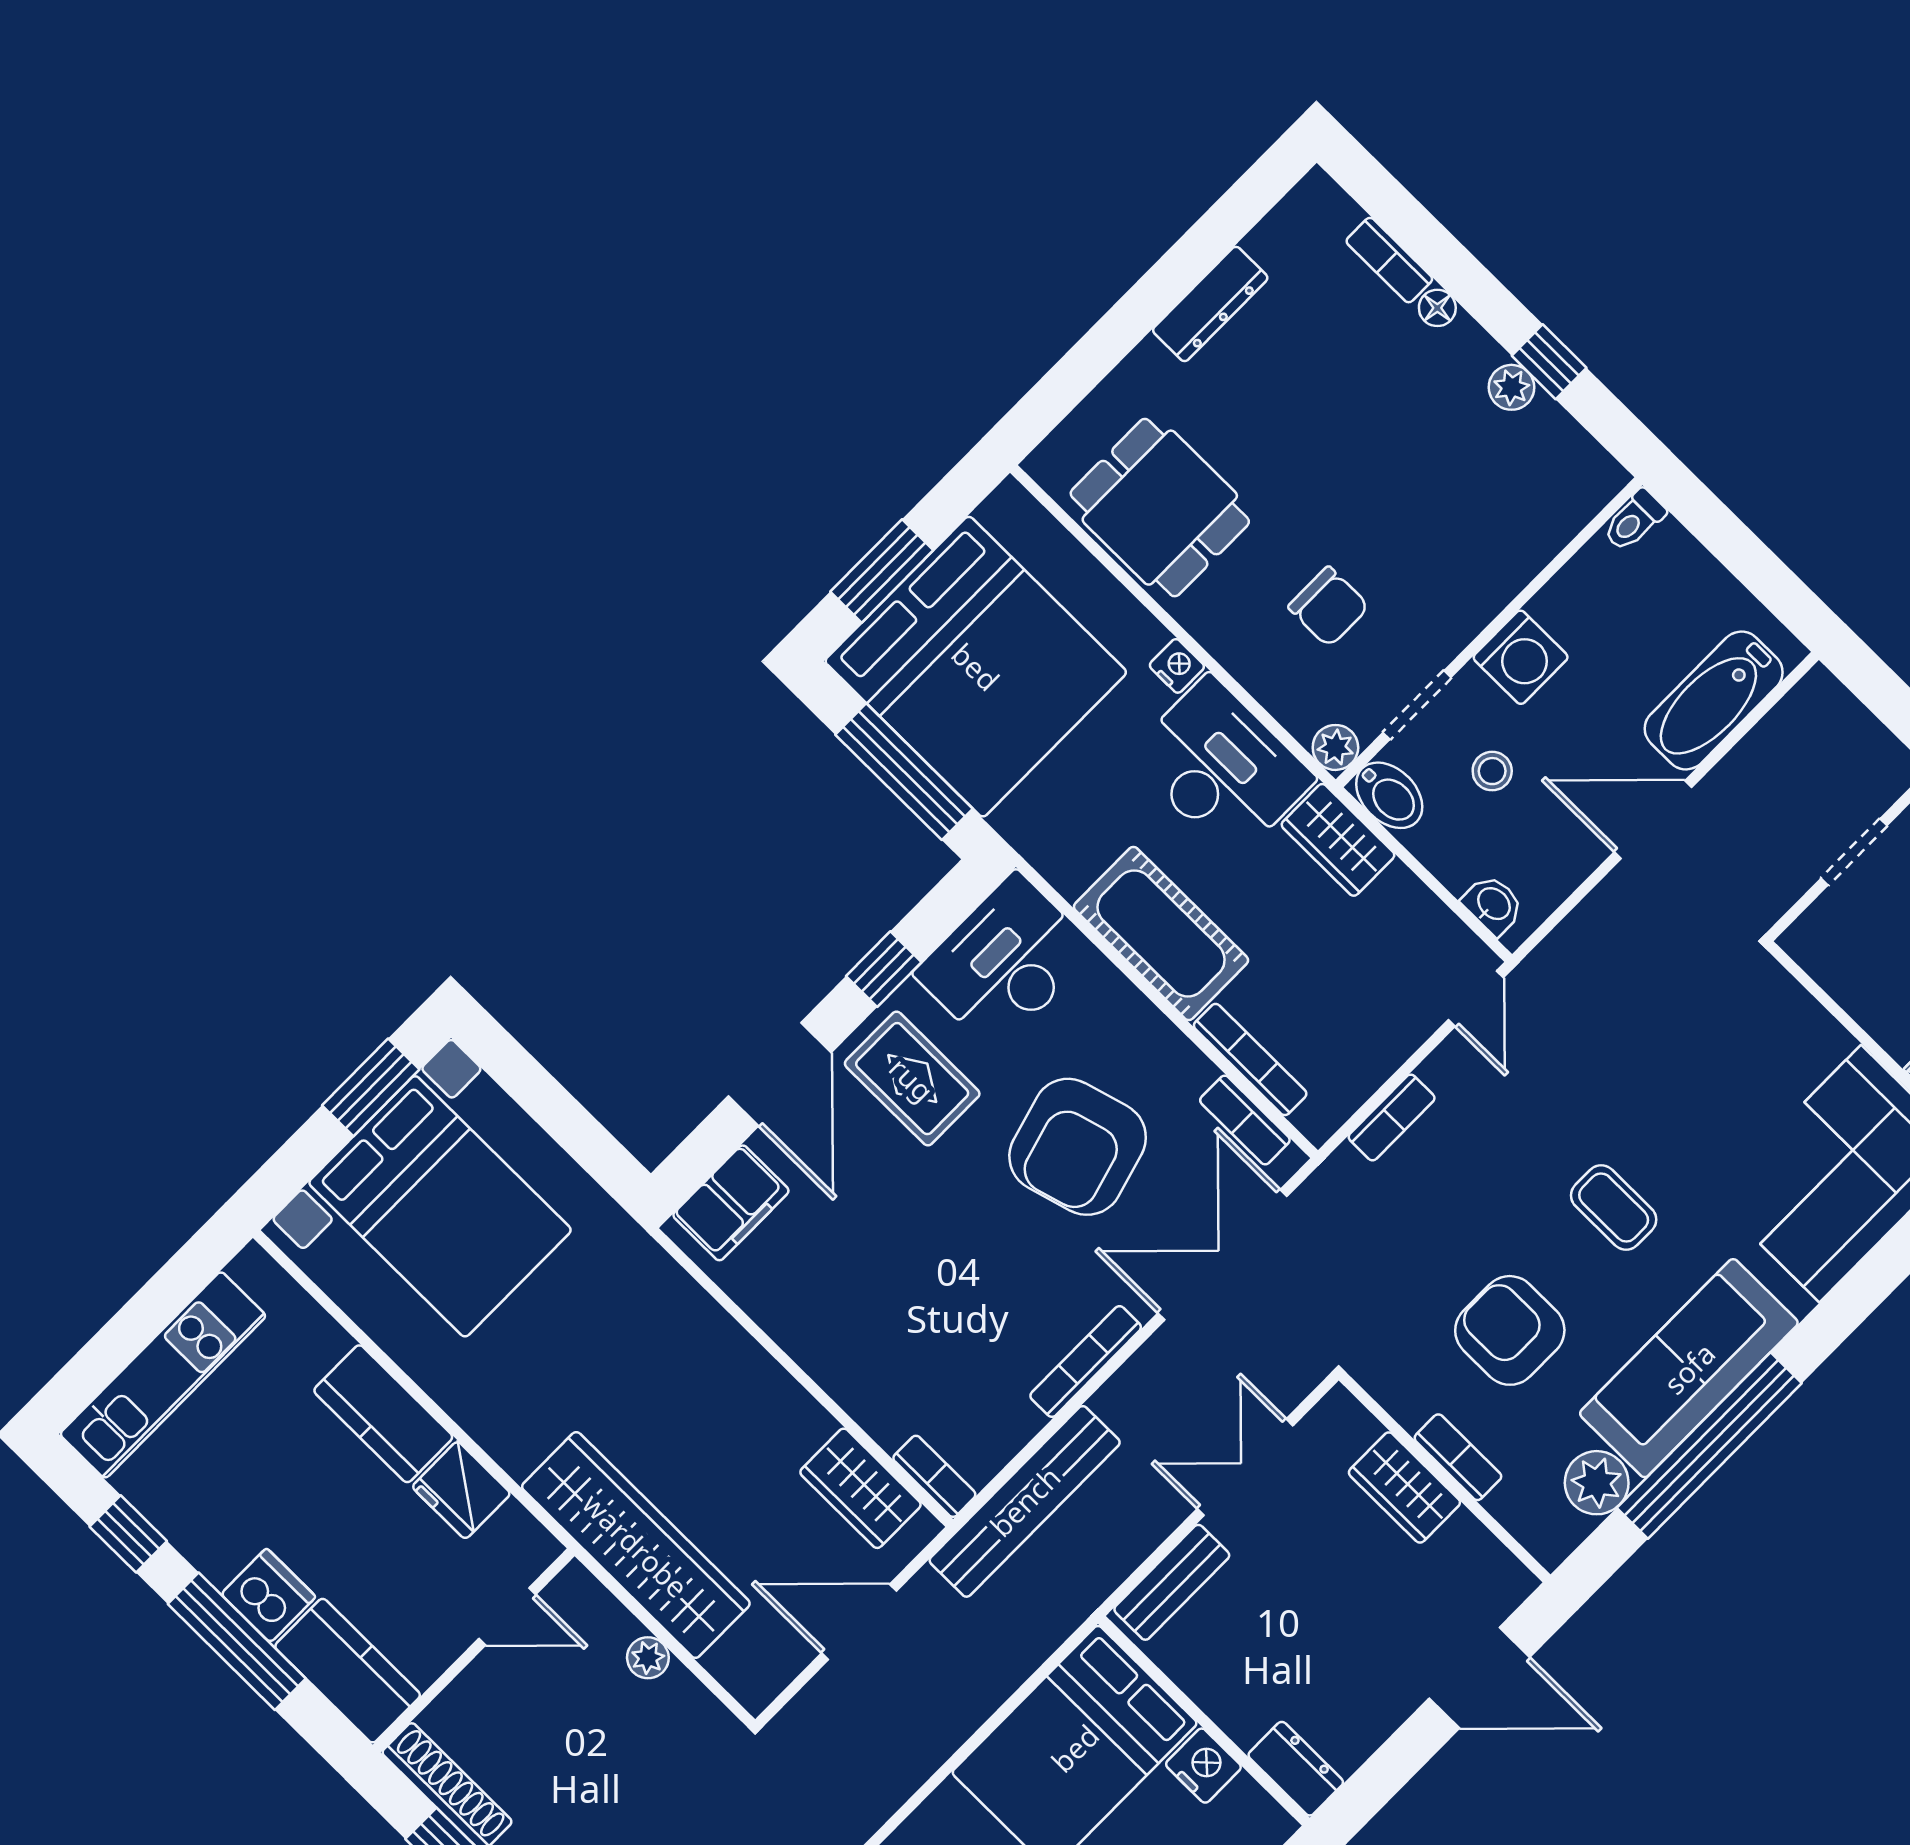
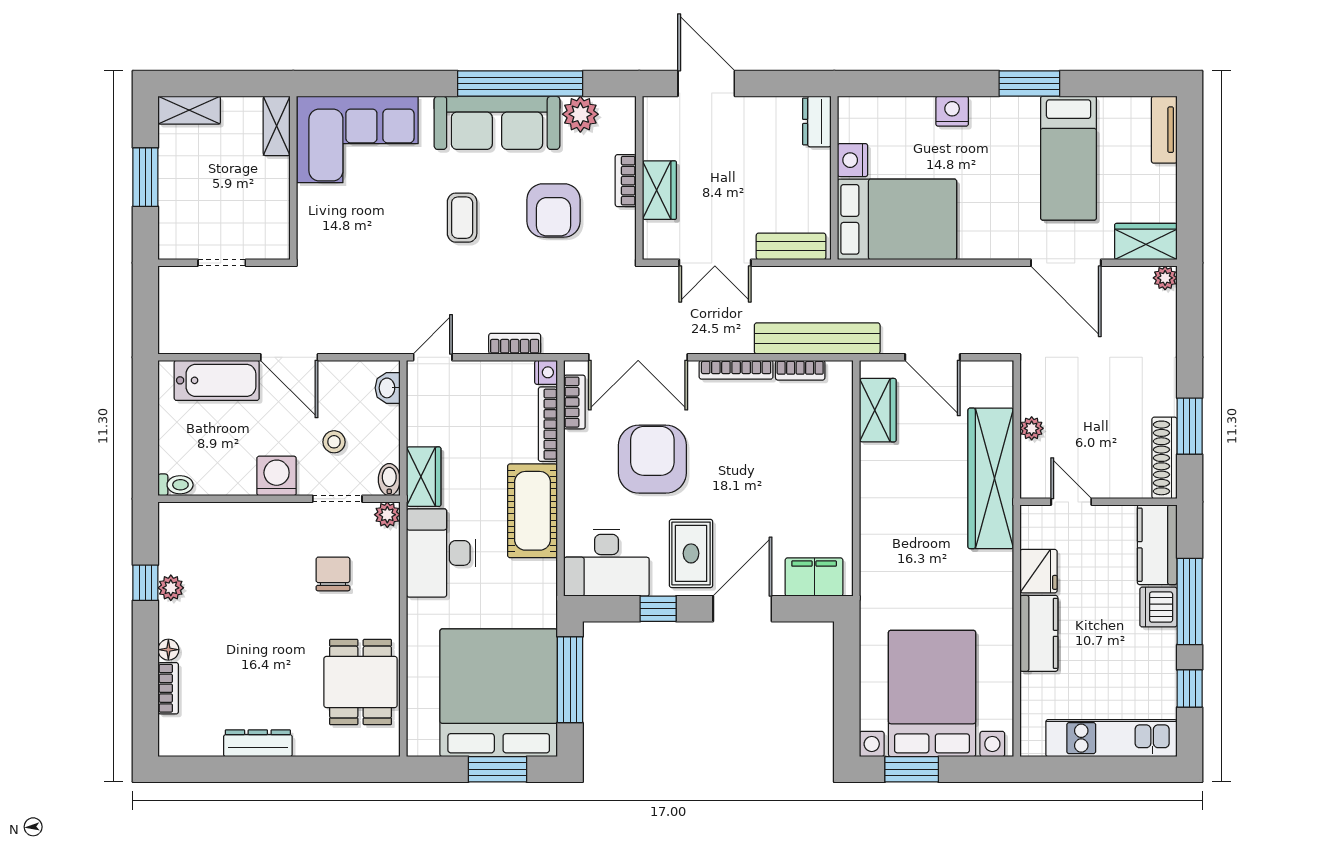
nightstand: (1177, 666) -> (546, 372), moved, turned 180
bidet: (1389, 795) -> (389, 480), width x0.72, depth x0.74
armchair: (1078, 1147) -> (652, 459), turned -74
bookcase: (934, 1476) -> (800, 370), moved, turned -90

